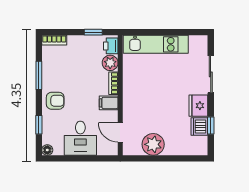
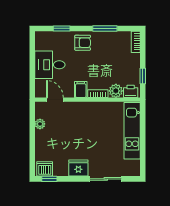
armchair: (55, 101) -> (83, 43), turned -90
window: (211, 125) -> (49, 179), moved
dishwasher: (199, 126) -> (45, 169), moved
door: (120, 132) -> (55, 100), hinge flipped
plant: (153, 144) -> (40, 124), width x0.53, depth x0.53
floor lamp: (47, 150) -> (40, 36), removed

